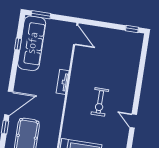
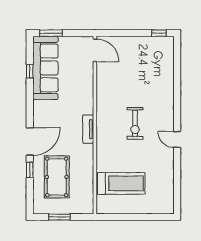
tv unit: (63, 82) -> (88, 129), moved

